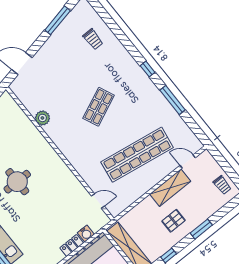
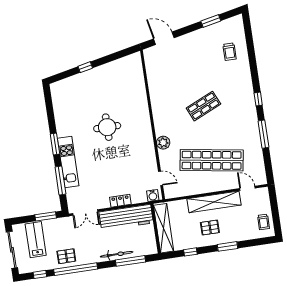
window: (58, 20) -> (211, 21), width x0.69
plant: (42, 118) -> (163, 143), moved
shelving: (170, 188) -> (214, 202), width x1.47
water cooler: (86, 234) -> (153, 196), moved

